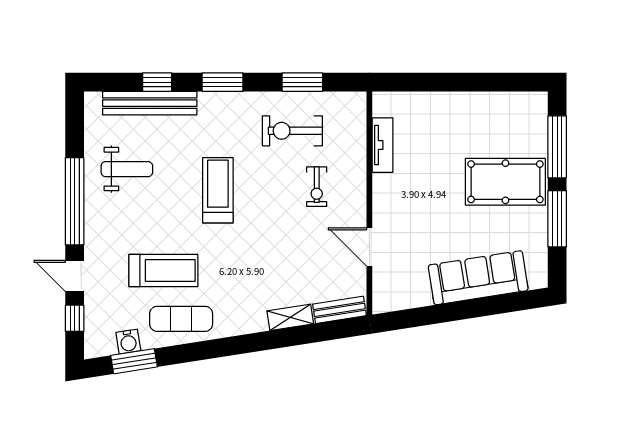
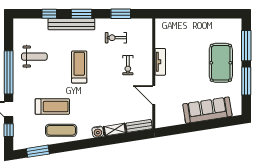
bench: (150, 103) -> (71, 24), moved
exercise bike: (292, 131) -> (116, 38), width x0.73, depth x0.72
tv unit: (383, 145) -> (160, 62), moved
pool table: (505, 182) -> (221, 63), turned 90
water cooler: (128, 342) -> (98, 132), moved

